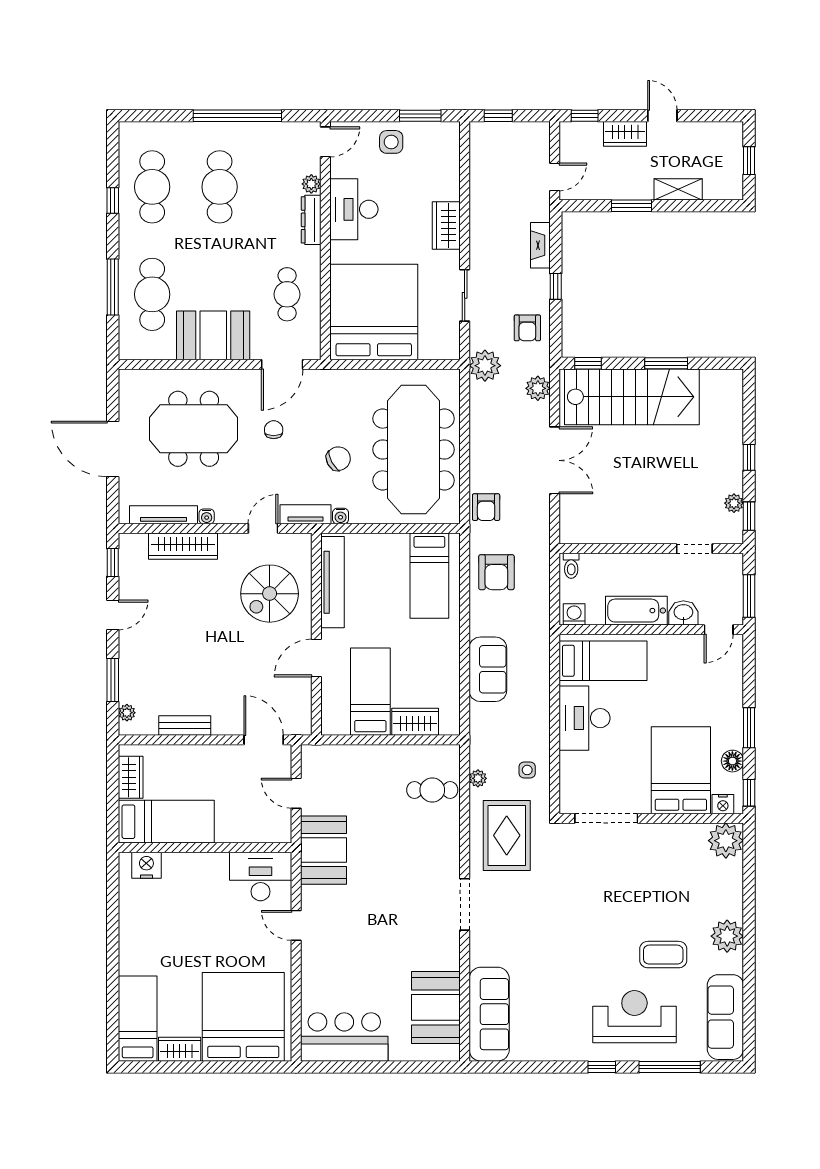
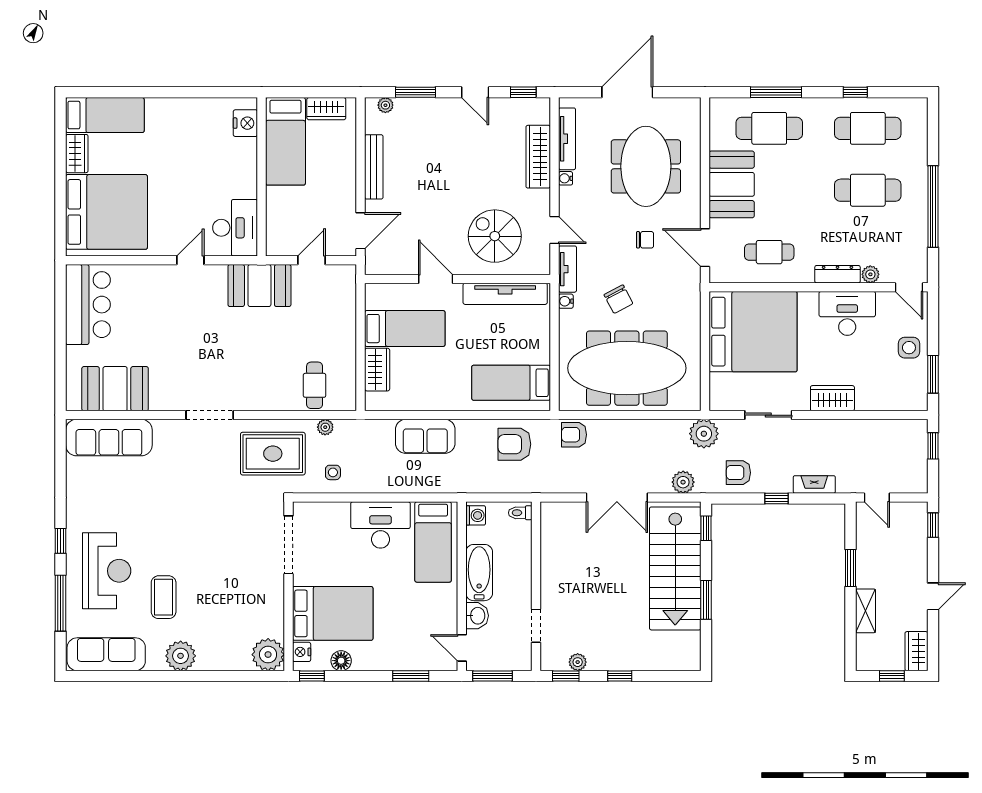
wardrobe: (625, 134) -> (916, 651), moved
bench: (185, 725) -> (374, 167), width x1.36
window: (749, 728) -> (411, 676), moved

